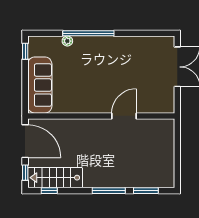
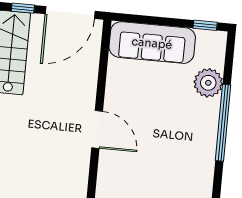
plant: (67, 41) -> (208, 83), width x1.88, depth x1.88
door: (124, 116) -> (97, 129), moved

